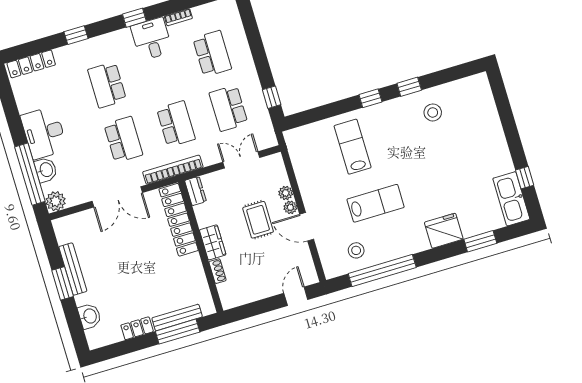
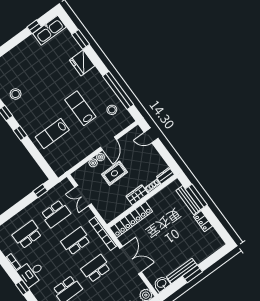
dresser: (196, 191) -> (165, 176), moved
washbasin: (90, 316) -> (162, 284), moved

